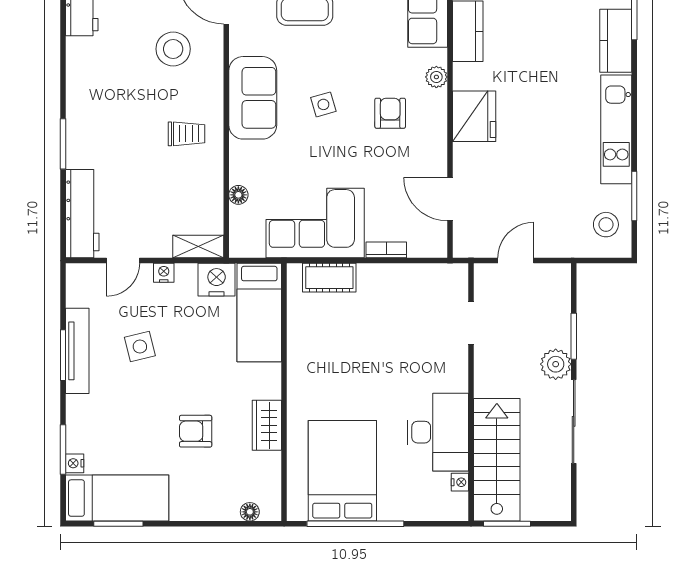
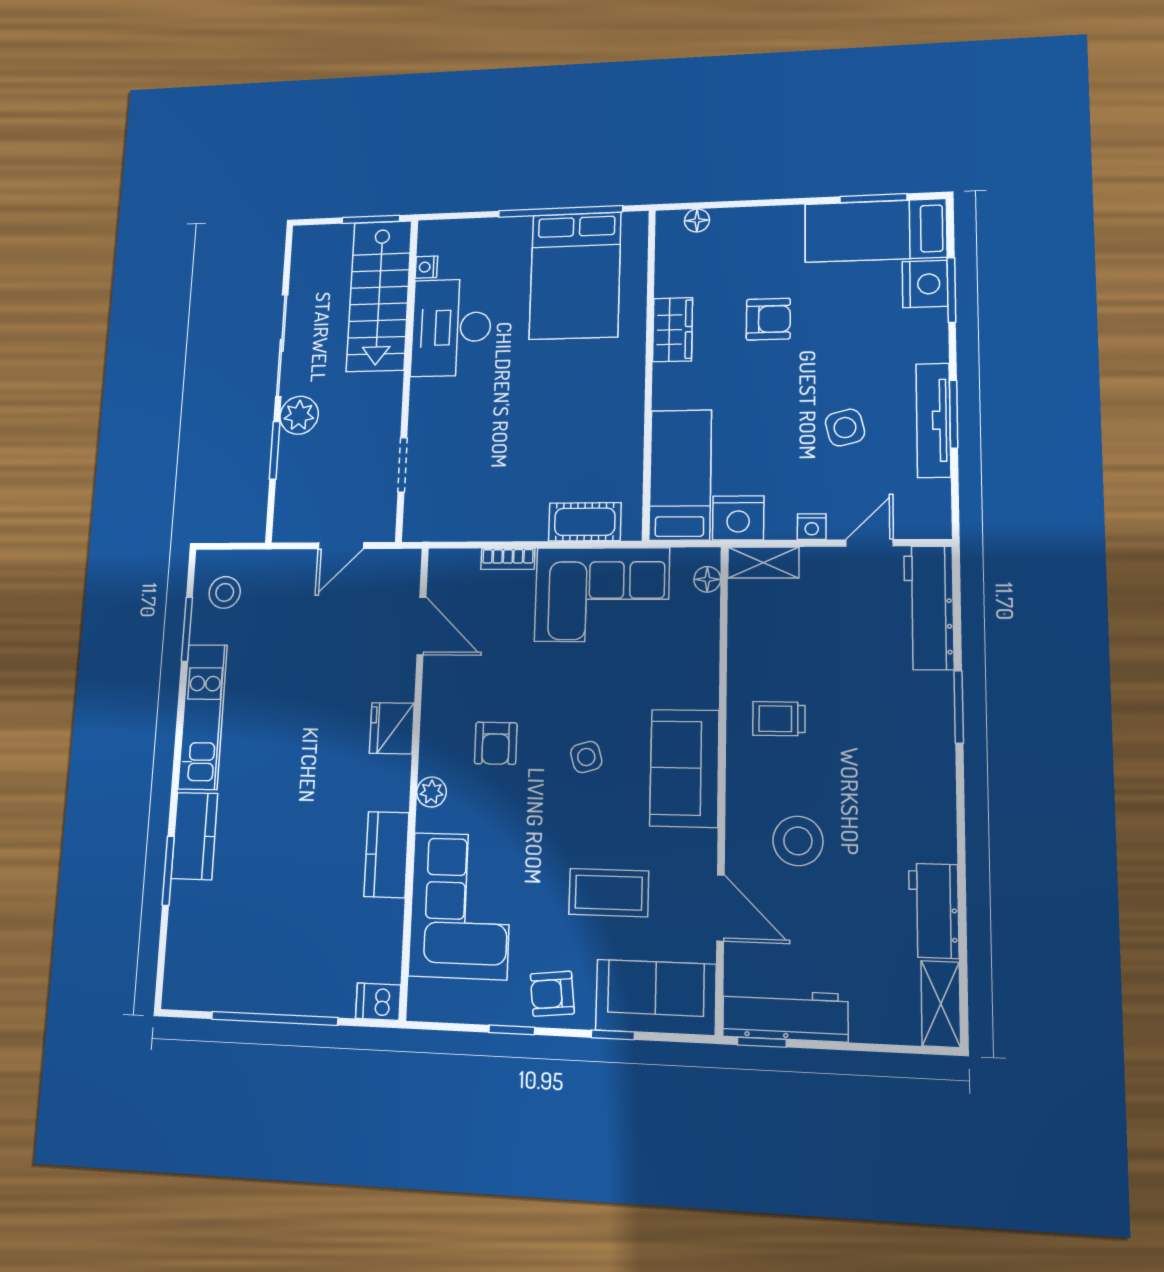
fridge: (474, 116) -> (392, 728), width x0.73, depth x0.75
floor lamp: (238, 195) -> (707, 579), moved
nightstand: (75, 463) -> (925, 284), width x1.89, depth x1.79

